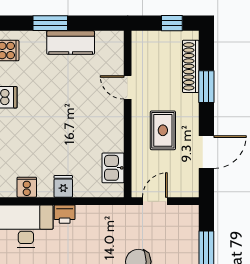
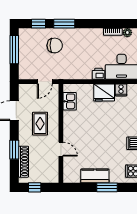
fridge: (63, 186) -> (104, 92), width x1.88, depth x1.34

